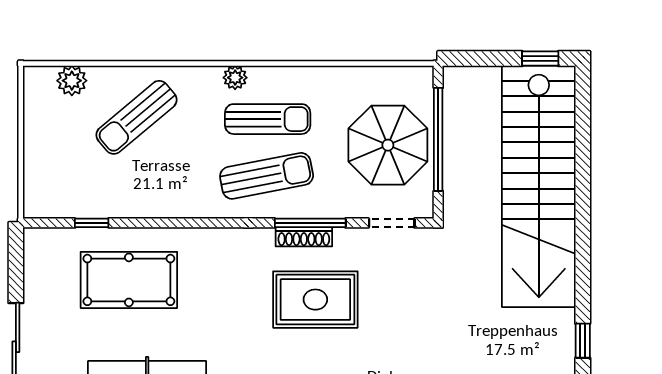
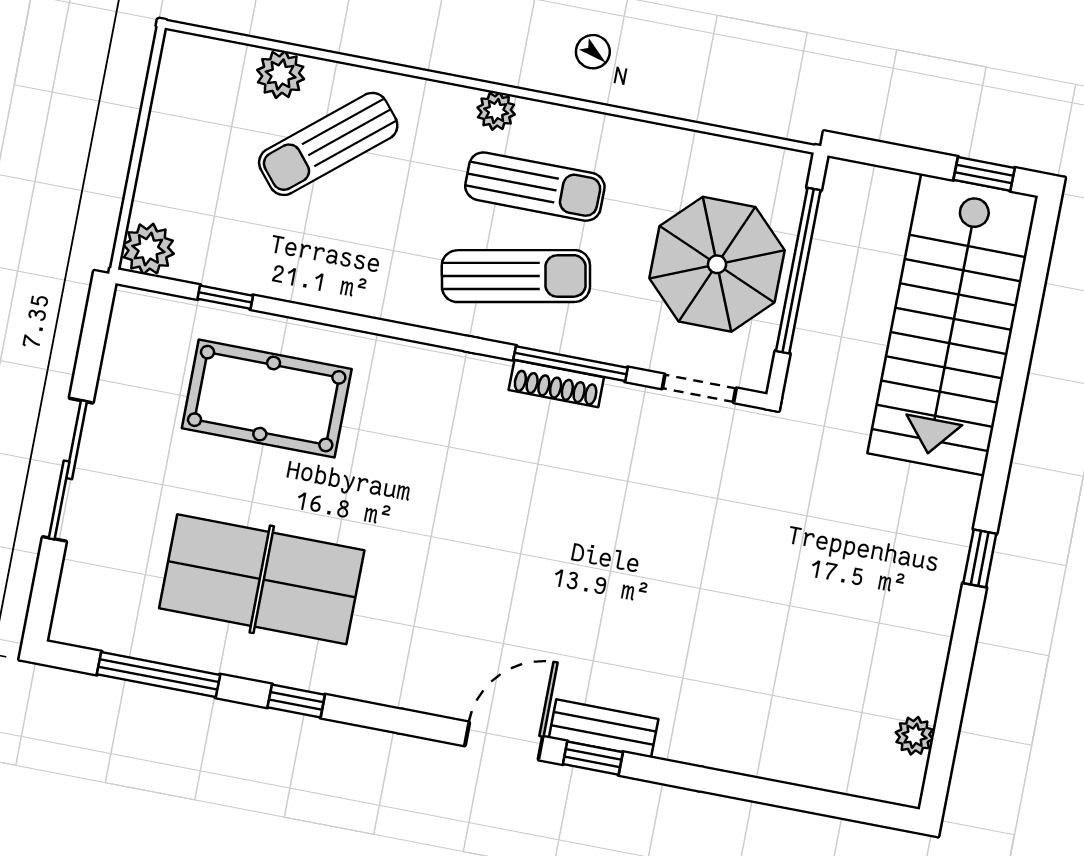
plant: (72, 81) -> (281, 74), moved
stairs: (539, 186) -> (953, 325), width x0.73
plant: (39, 203) -> (148, 249), added
rug: (315, 300) -> (555, 486), removed
window: (583, 341) -> (980, 558), moved

